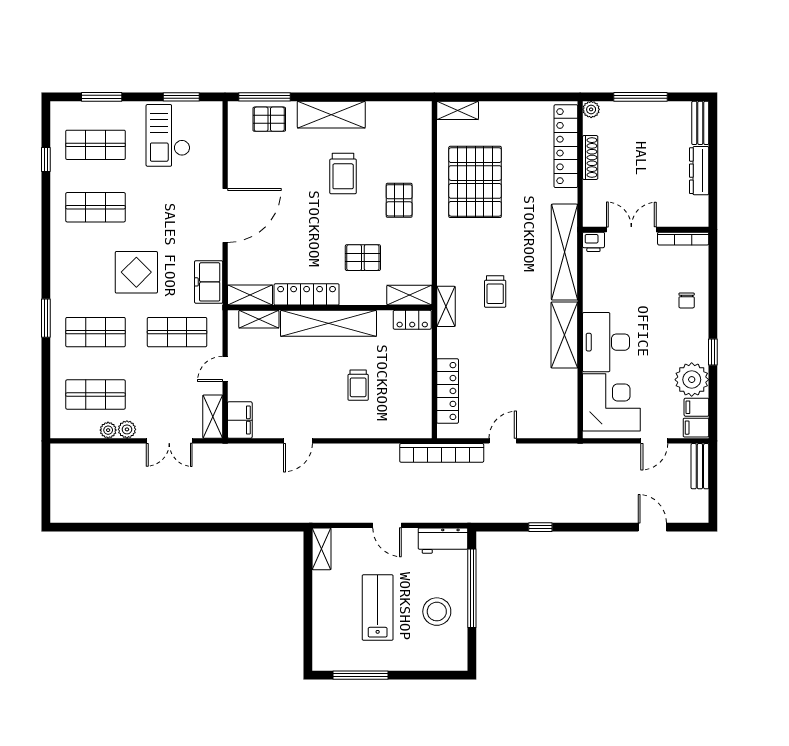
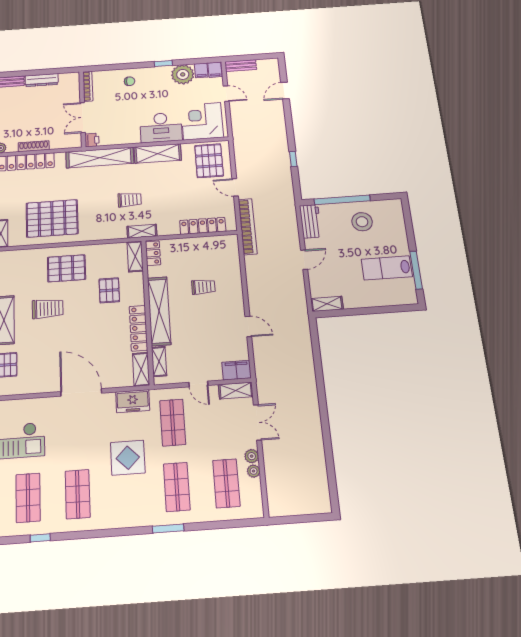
pallet: (399, 200) -> (66, 268), width x1.50, depth x1.42
pallet: (547, 407) -> (209, 161), added
lab bench: (378, 608) -> (387, 268), moved

